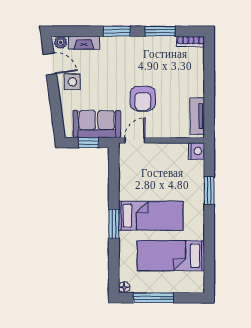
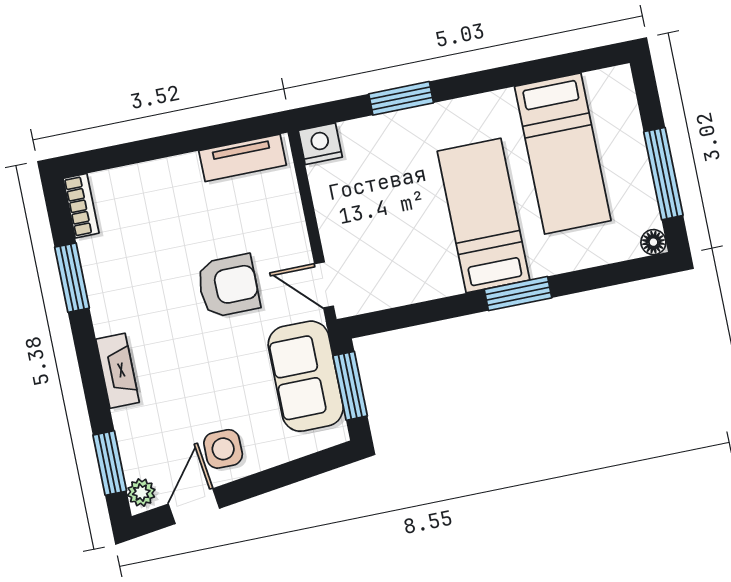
window: (117, 31) -> (110, 463), moved
fireplace: (84, 43) -> (117, 371), moved
window: (89, 143) -> (350, 386), width x1.50

